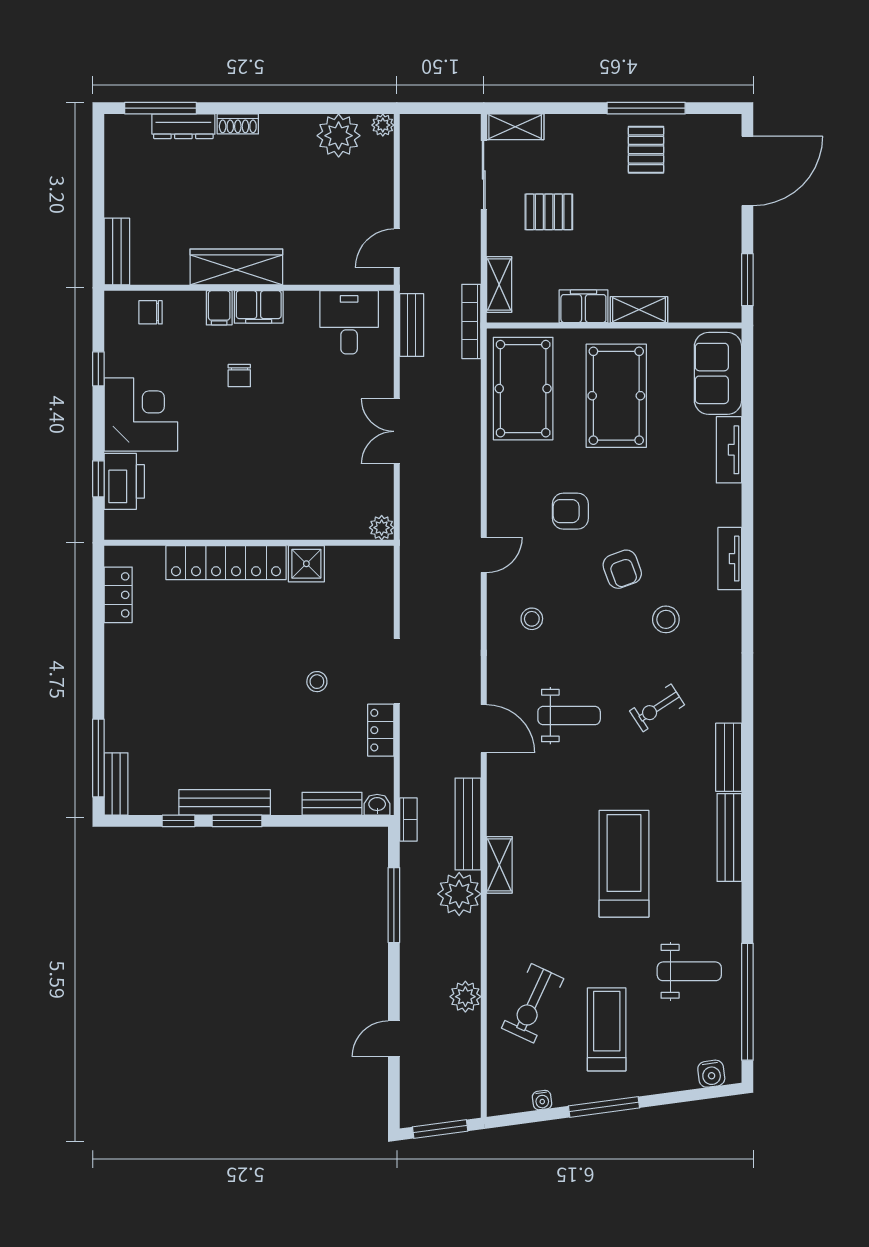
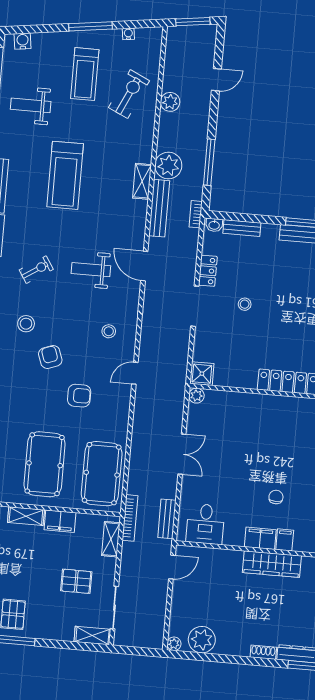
shower: (306, 564) -> (202, 374), moved

